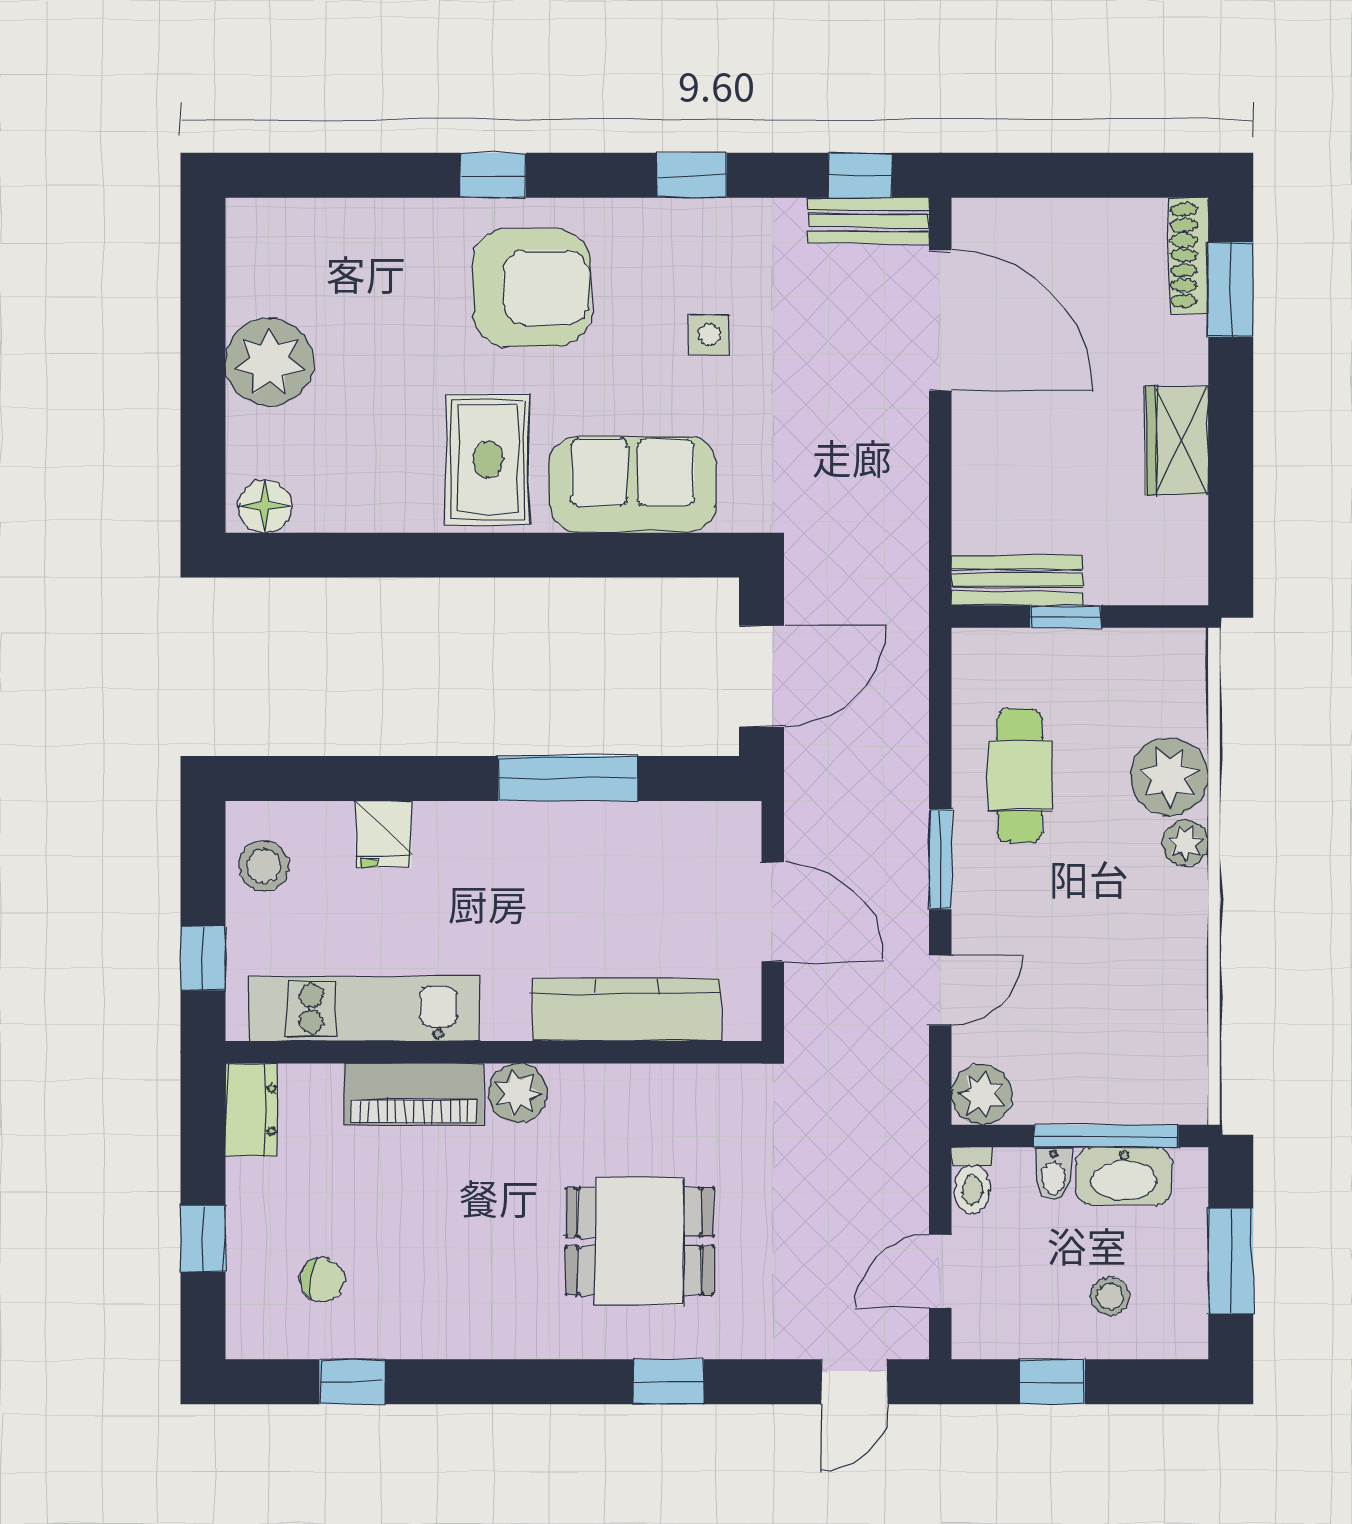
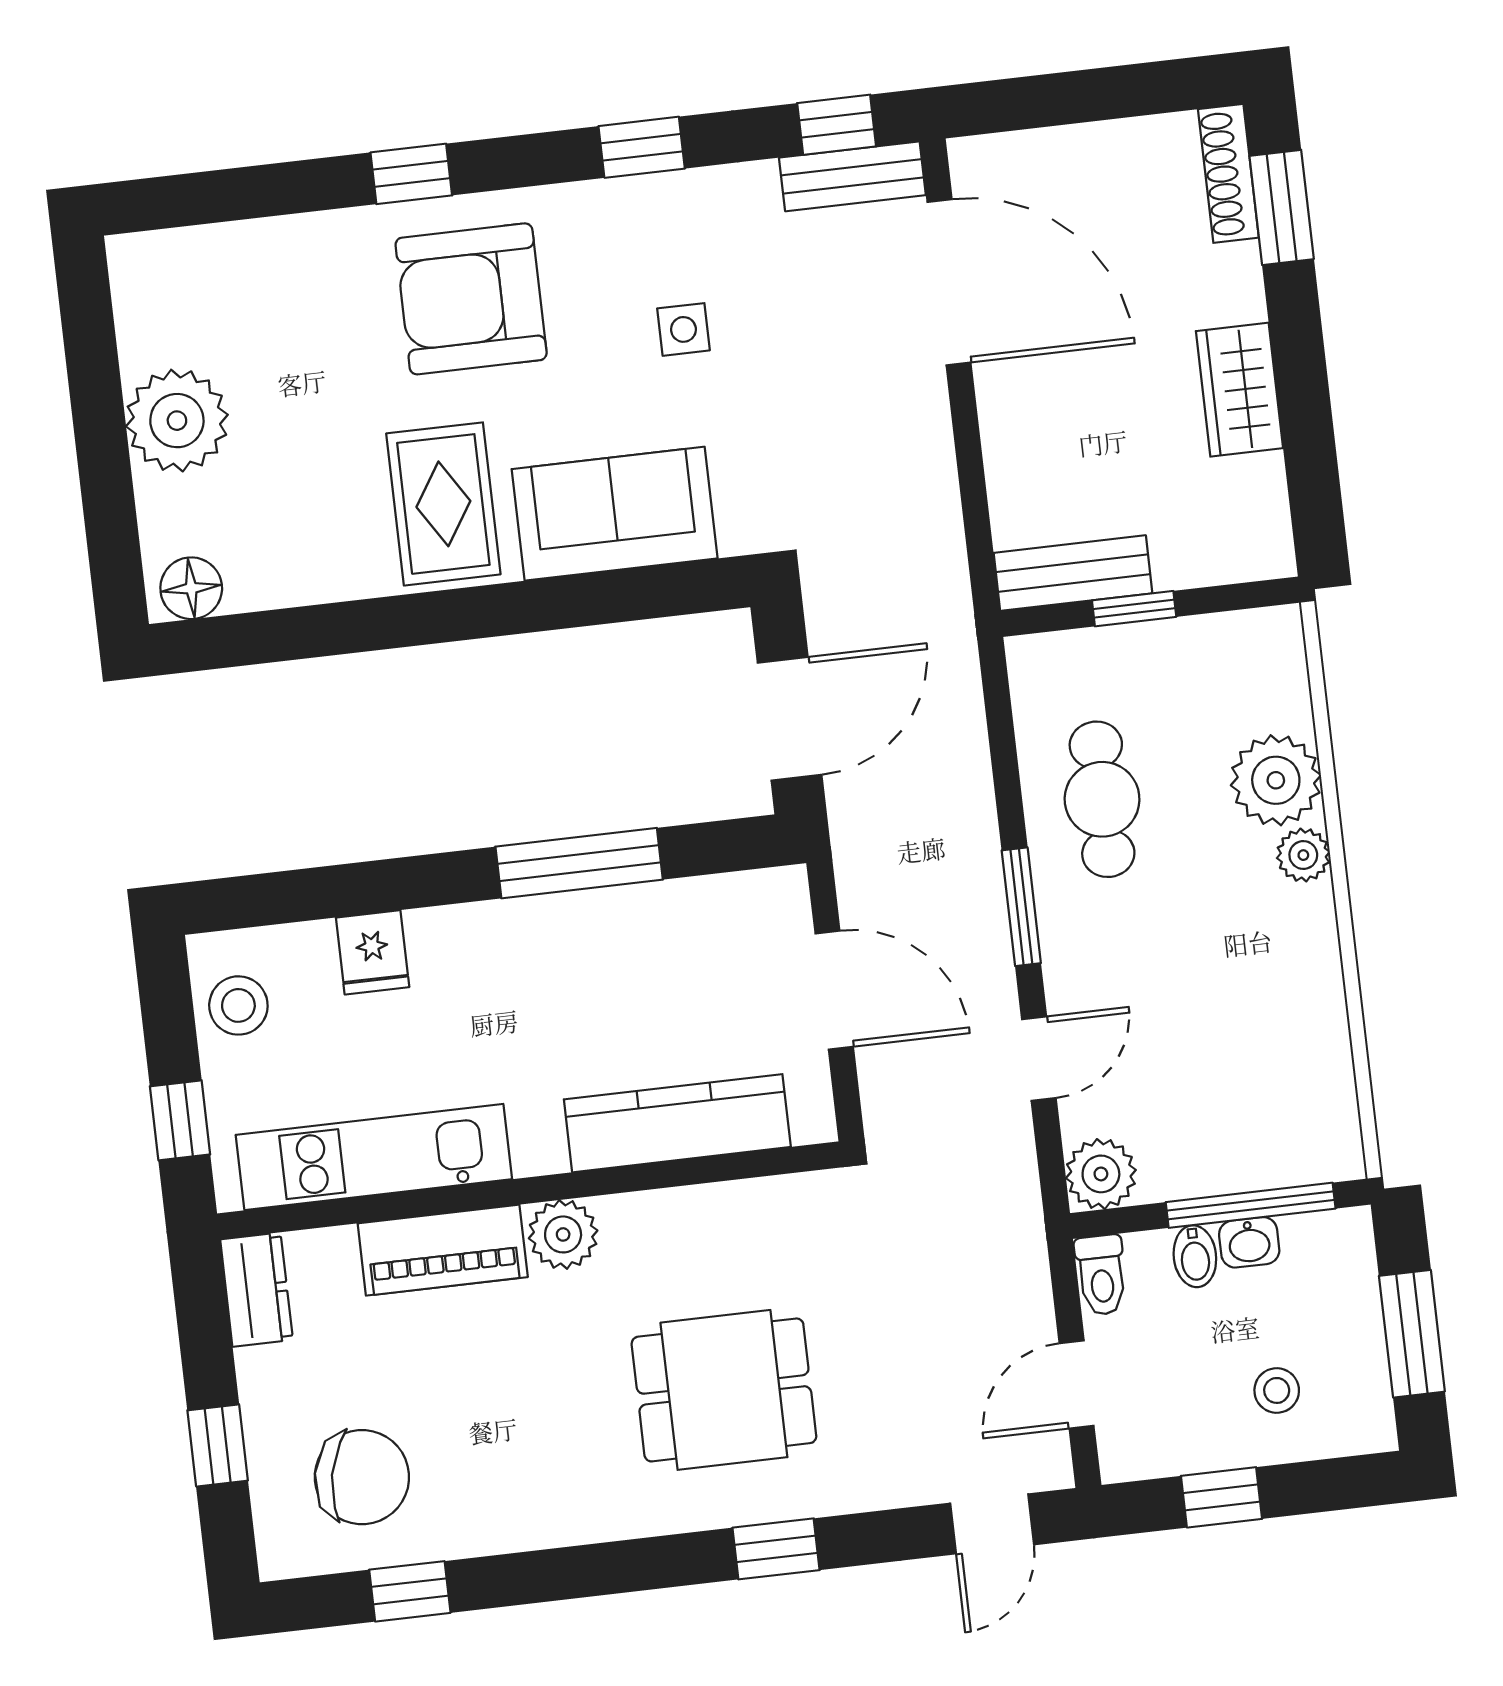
armchair: (532, 288) -> (471, 299), turned 180
washbasin: (1124, 1176) -> (1249, 1242), width x0.52, depth x0.69
chair: (323, 1280) -> (362, 1477), width x1.87, depth x1.87

